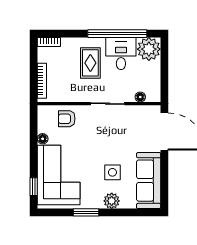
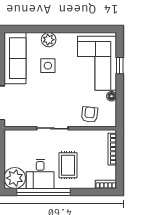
floor lamp: (140, 97) -> (23, 134), removed
armchair: (67, 119) -> (90, 114), turned -84
window: (34, 187) -> (120, 66), moved
window: (86, 212) -> (72, 29), removed

